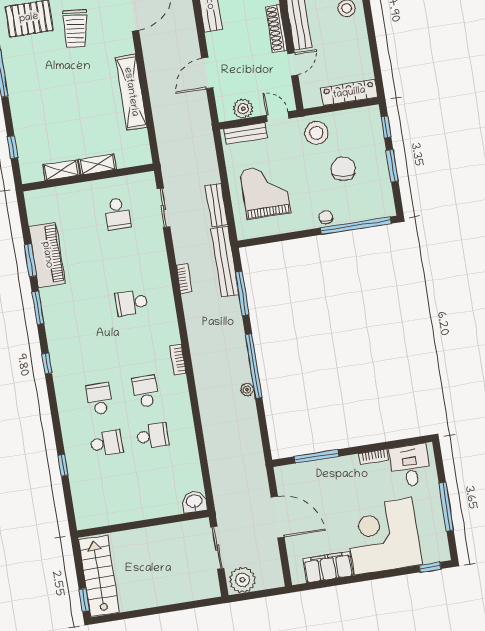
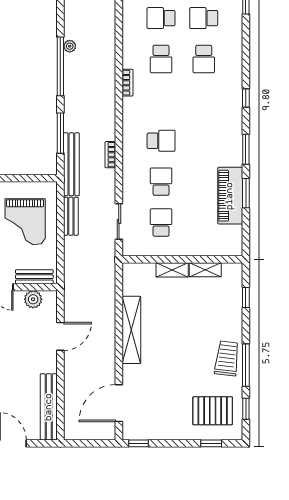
trolley: (75, 28) -> (227, 358), moved
school desk: (124, 258) -> (161, 182), added

